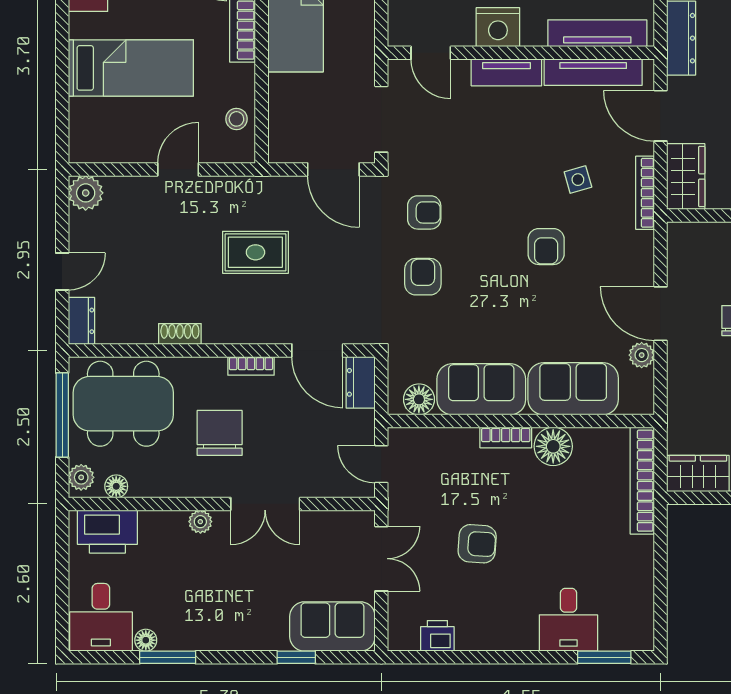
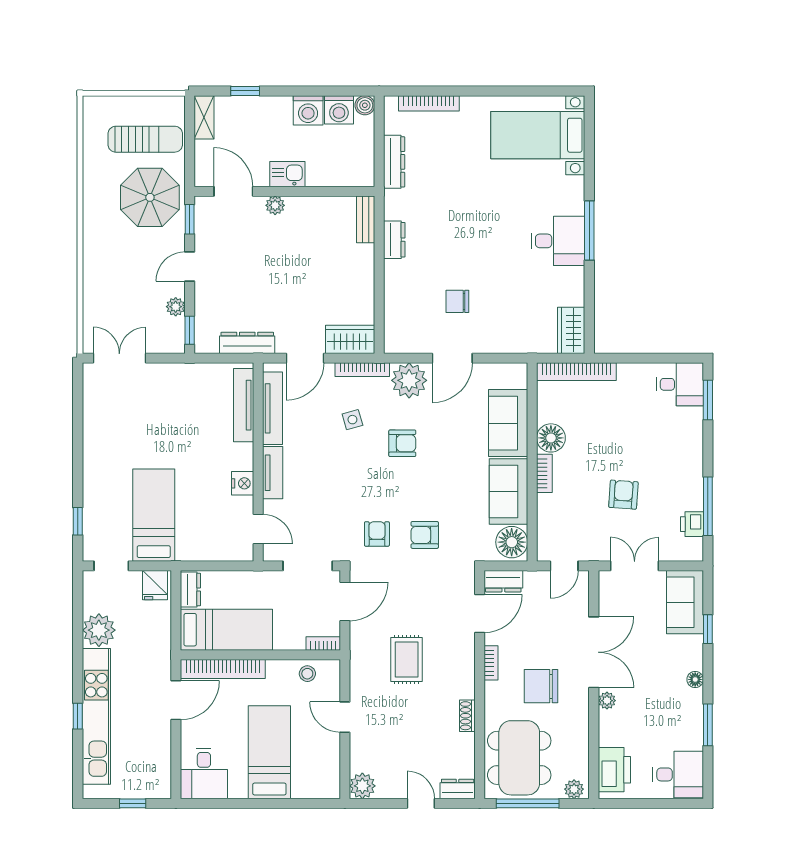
nightstand: (498, 27) -> (243, 483), width x0.74, depth x0.75
door: (431, 53) -> (258, 529), hinge flipped
bookcase: (277, 140) -> (323, 644), added
plant: (642, 355) -> (409, 380), moved, width x1.87, depth x1.87
floor lamp: (419, 399) -> (512, 542), width x1.38, depth x1.38
floor lamp: (116, 486) -> (581, 763), removed
double door: (265, 504) -> (594, 652), width x1.37
desk: (568, 620) -> (680, 384), moved
floor lamp: (146, 640) -> (695, 679), moved
window: (461, 657) -> (708, 506), added

